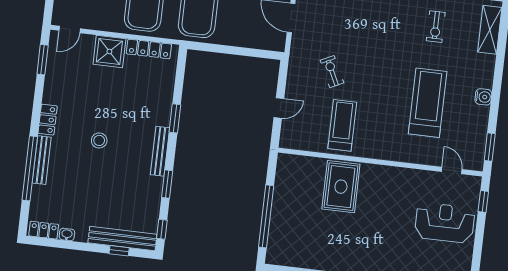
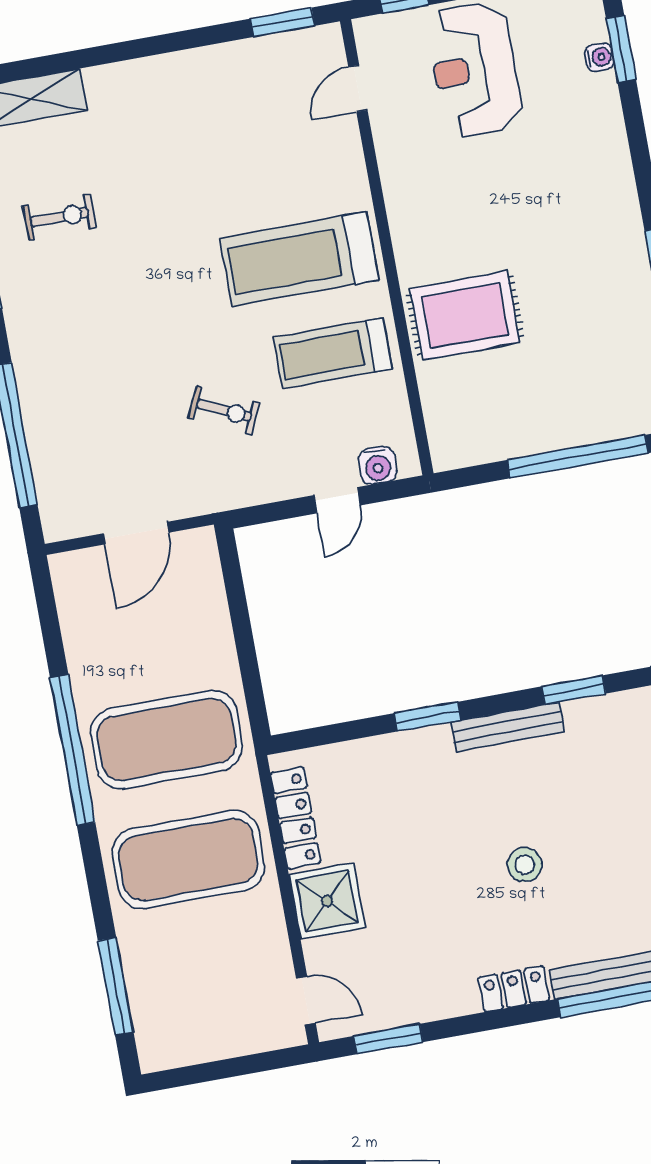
exercise bike: (332, 72) -> (224, 410), turned -129
water cooler: (483, 97) -> (378, 465), moved, turned 180
treadmill: (428, 103) -> (299, 259), moved
door: (279, 108) -> (337, 500), swing flipped

